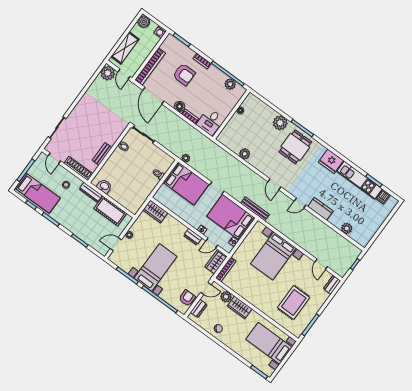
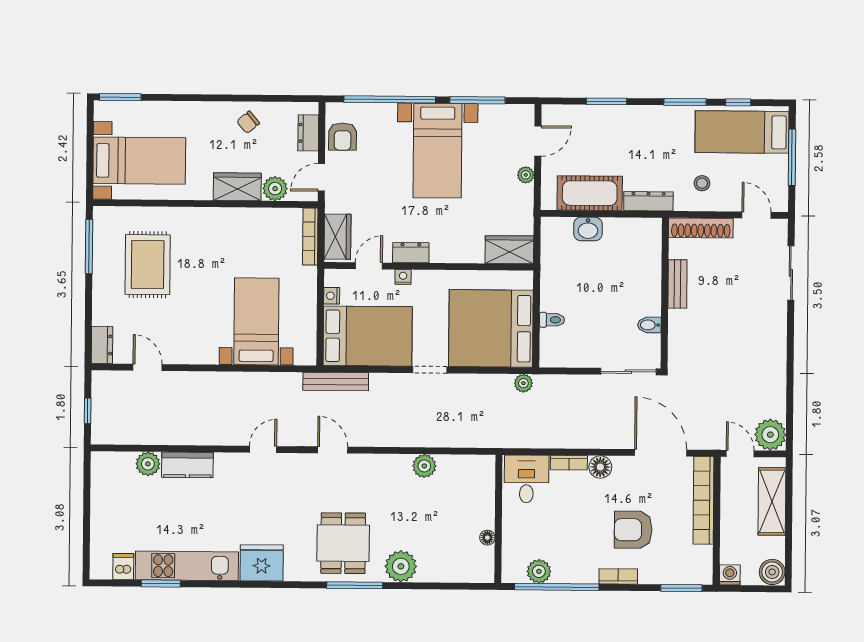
bed: (186, 183) -> (491, 328), width x1.36
washbasin: (104, 186) -> (588, 229), moved
kitchen counter: (320, 209) -> (187, 465), moved
bed with nightstands: (273, 256) -> (256, 321), width x0.73

